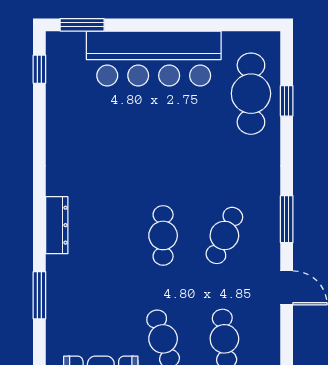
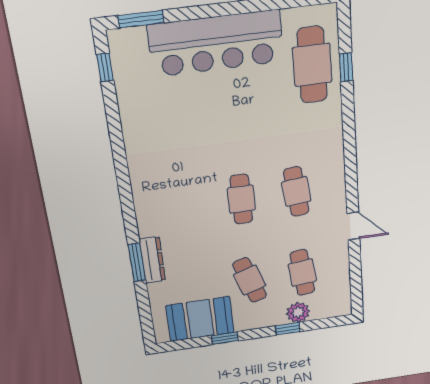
window: (287, 219) -> (351, 171), removed
dresser: (57, 225) -> (152, 260), moved
cafe table: (224, 235) -> (296, 192), turned -30

